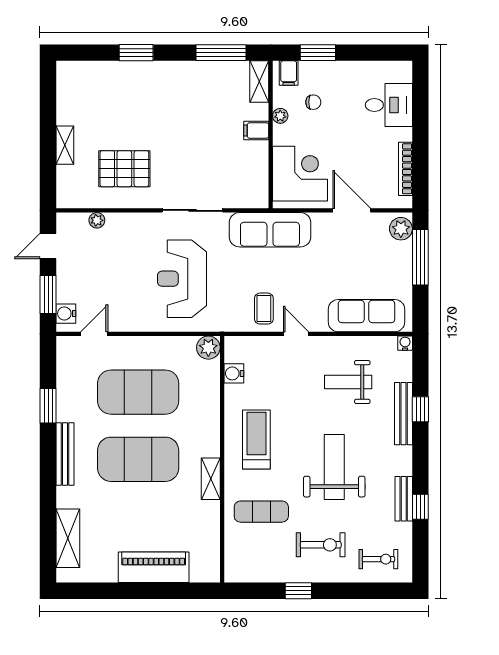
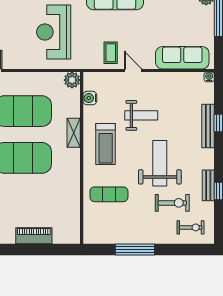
weight bench: (348, 382) -> (141, 115), moved, turned 180
treadmill: (256, 439) -> (106, 144), turned 180
shelving: (211, 479) -> (74, 133), moved
exercise bike: (321, 545) -> (172, 203), moved
piano: (154, 567) -> (34, 236), width x0.73, depth x0.75
window: (298, 591) -> (135, 250), width x2.17

